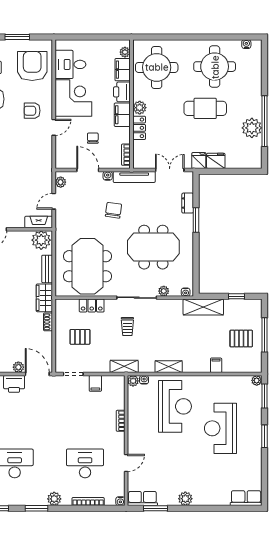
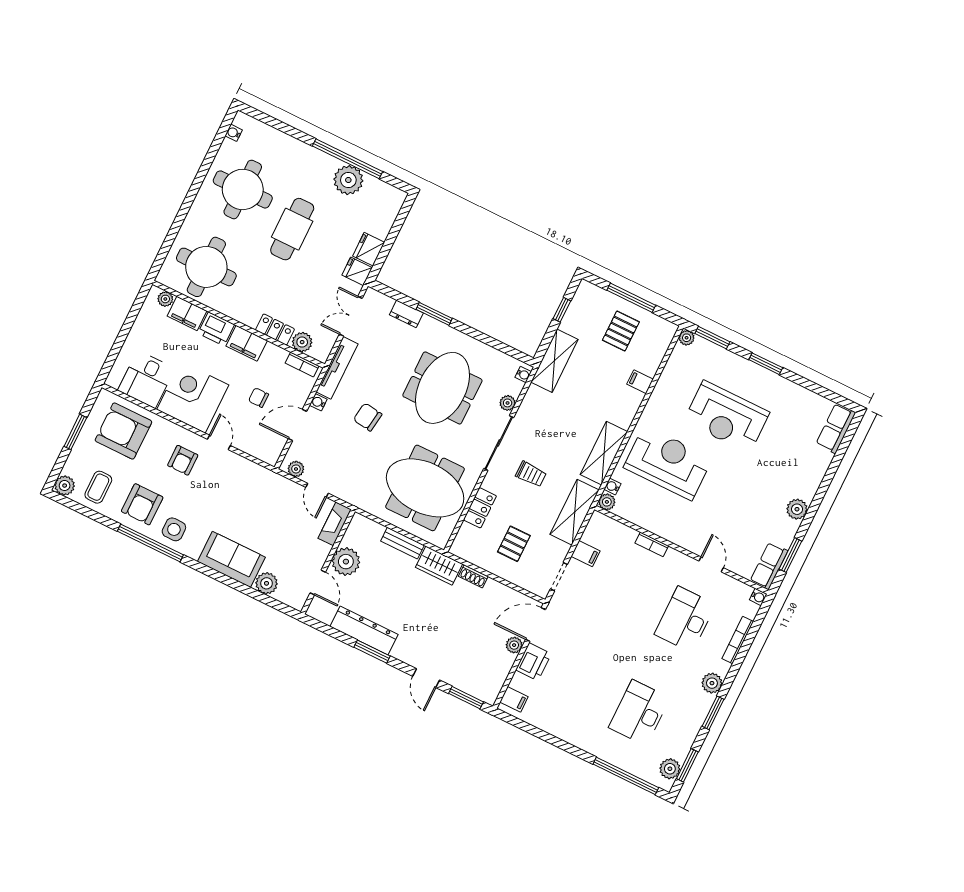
plant: (140, 108) -> (302, 342), moved
plant: (41, 240) -> (346, 562), moved
shelving: (124, 366) -> (575, 512), width x1.50, depth x1.33
shelving: (169, 367) -> (604, 453), width x1.50, depth x1.33

